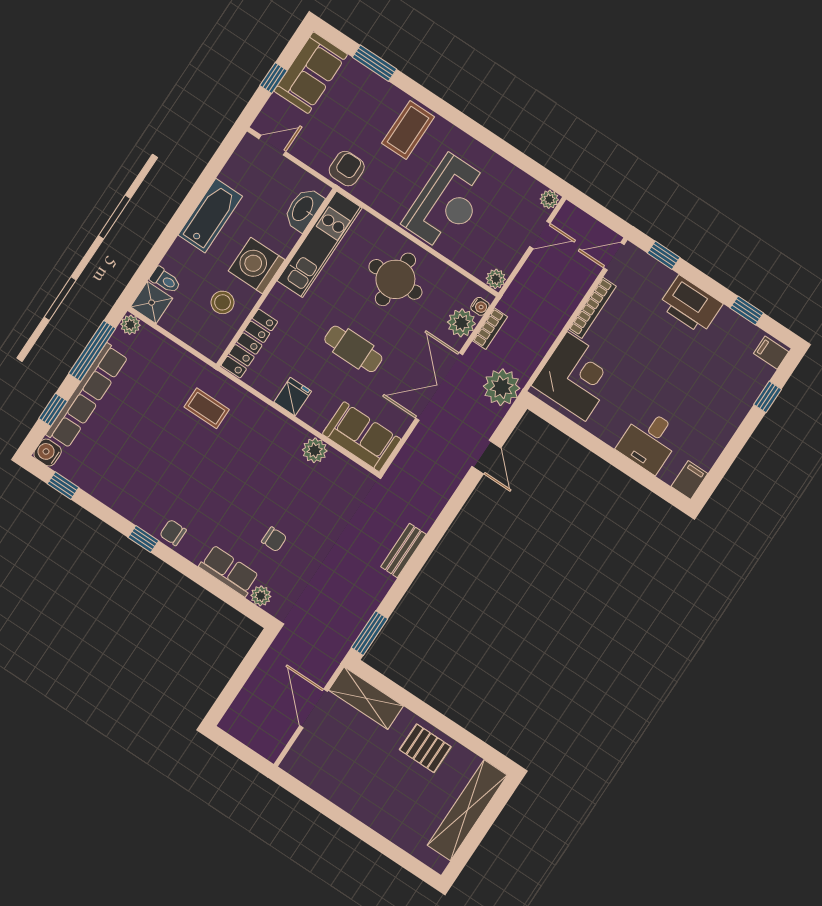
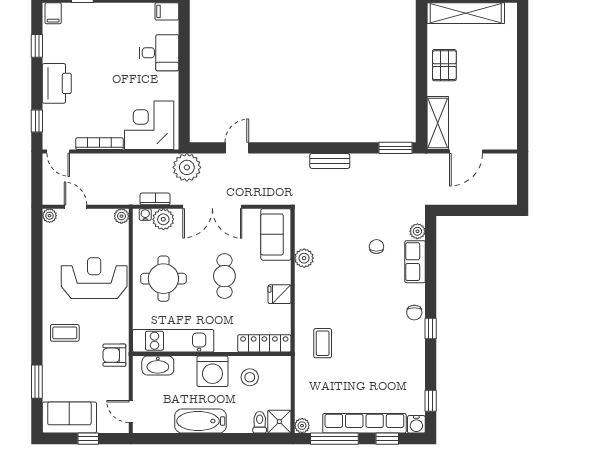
coffee table: (408, 130) -> (65, 333), width x0.73, depth x0.77

